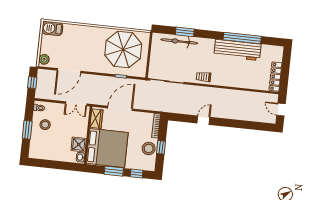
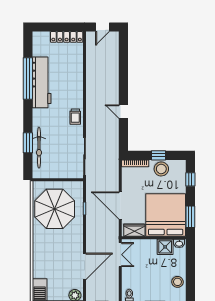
door: (69, 71) -> (85, 266), hinge flipped
stool: (45, 125) -> (177, 282), moved
window: (114, 171) -> (190, 217), moved

